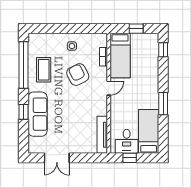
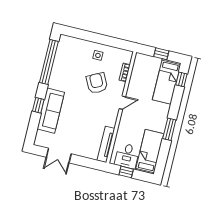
bed: (120, 55) -> (167, 81), moved
coffee table: (44, 70) -> (66, 71), removed

